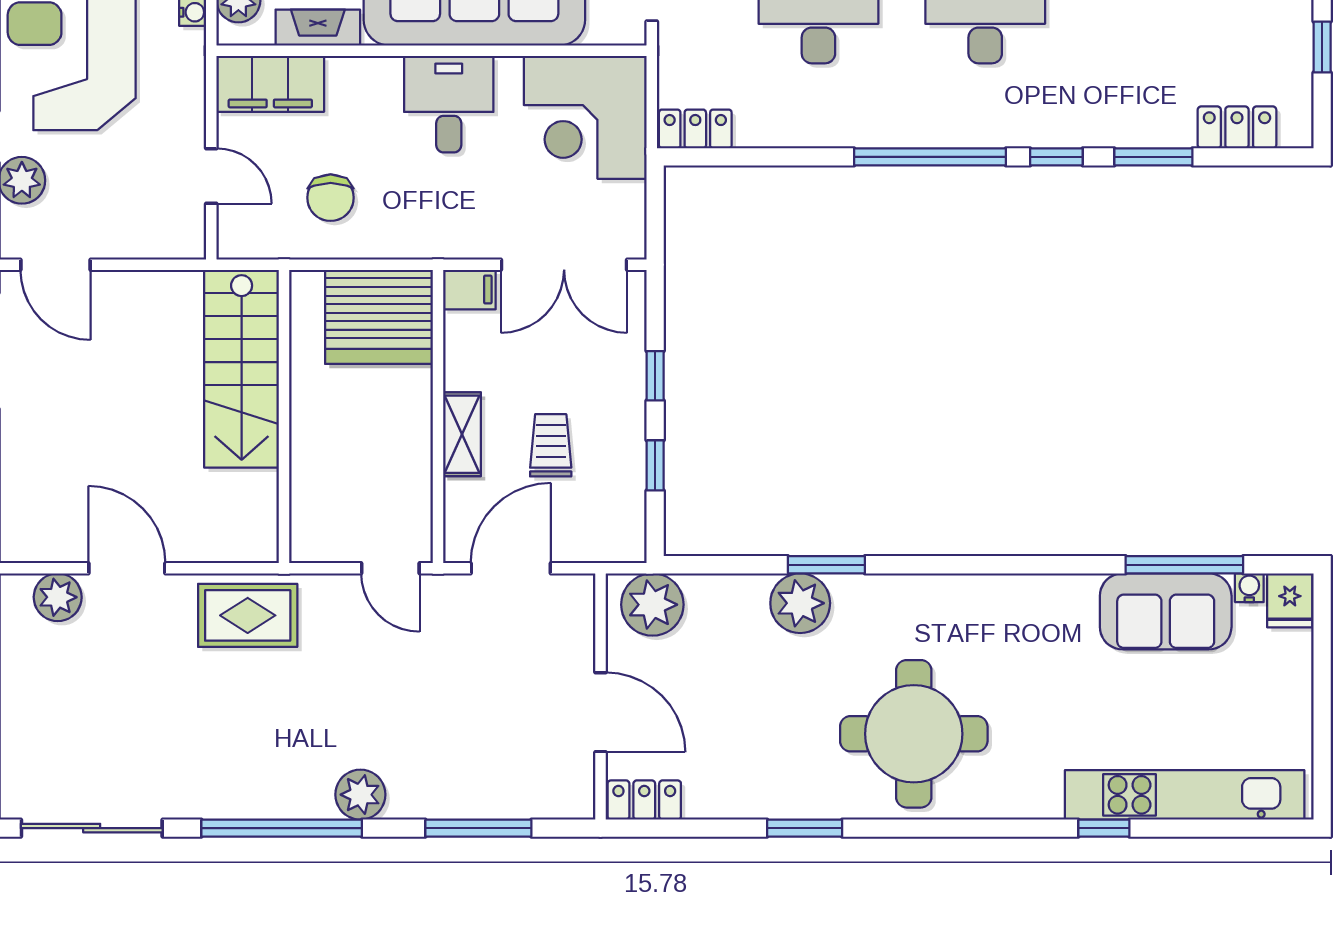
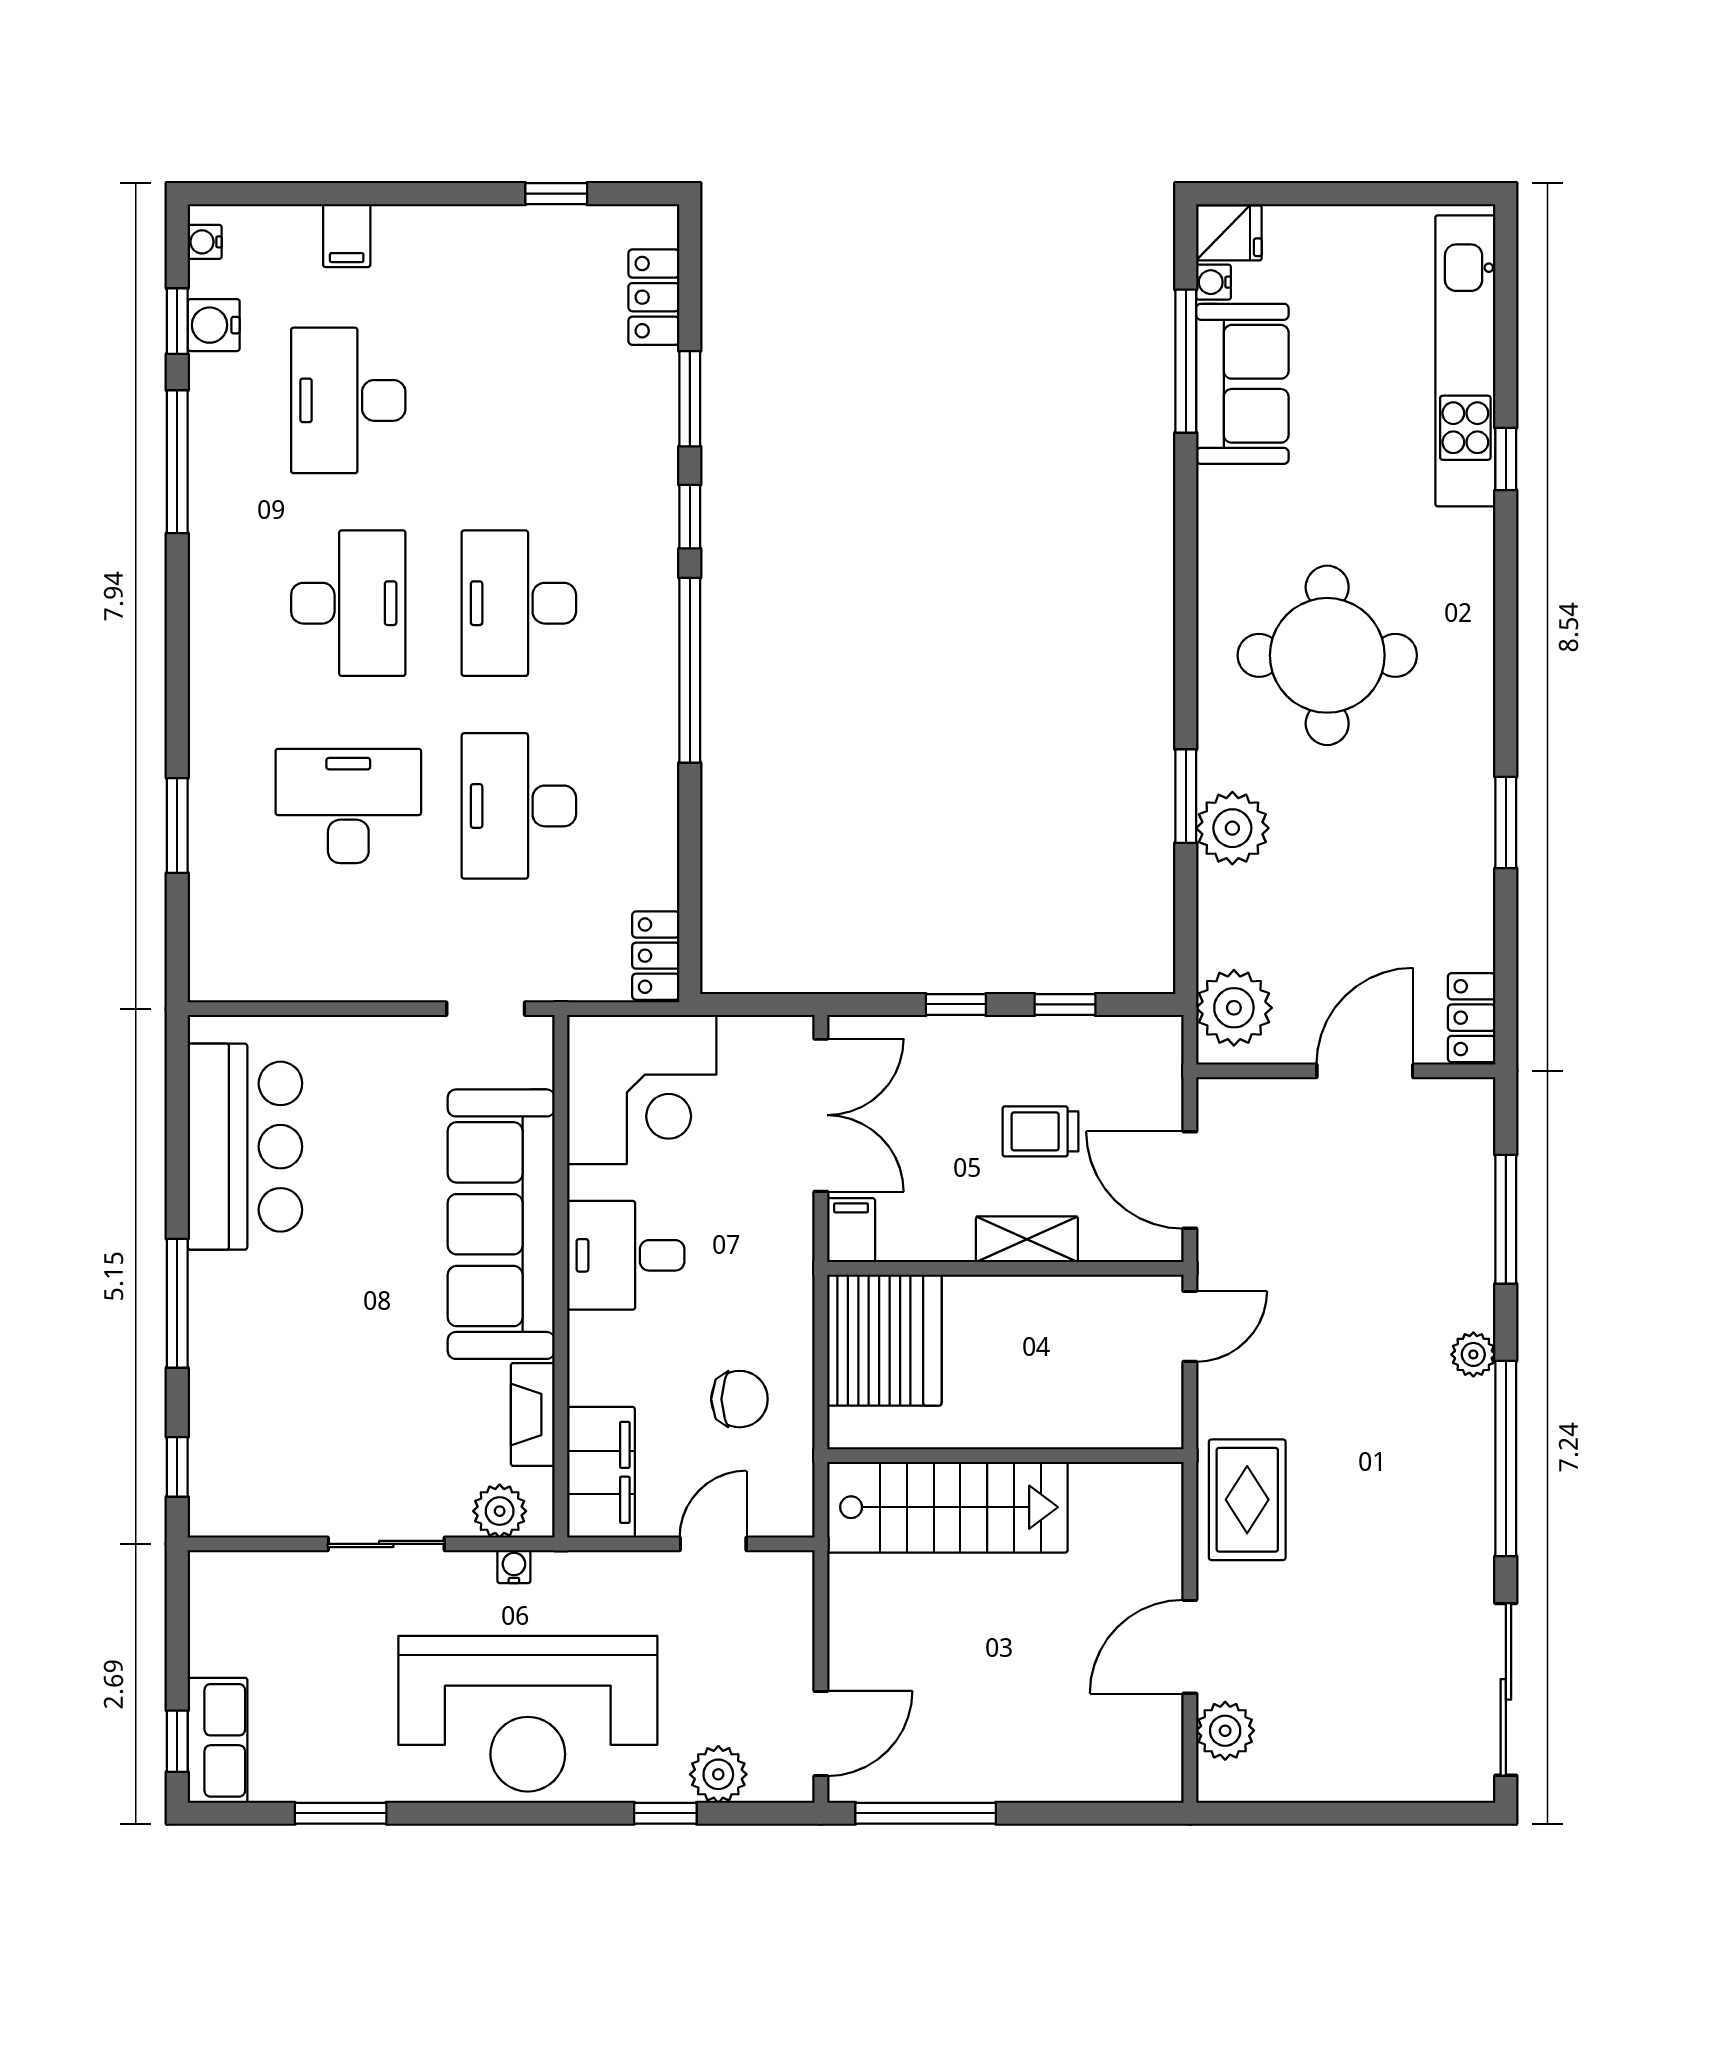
round table: (914, 734) -> (1327, 655), moved
plant: (360, 795) -> (1473, 1354), width x0.73, depth x0.73

